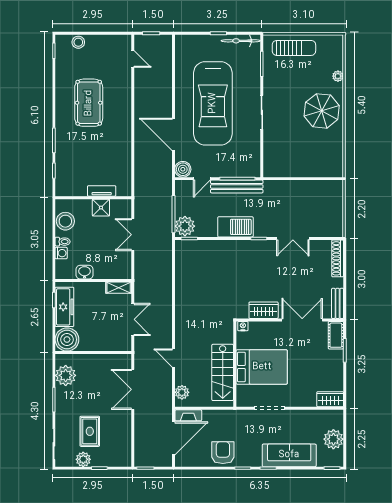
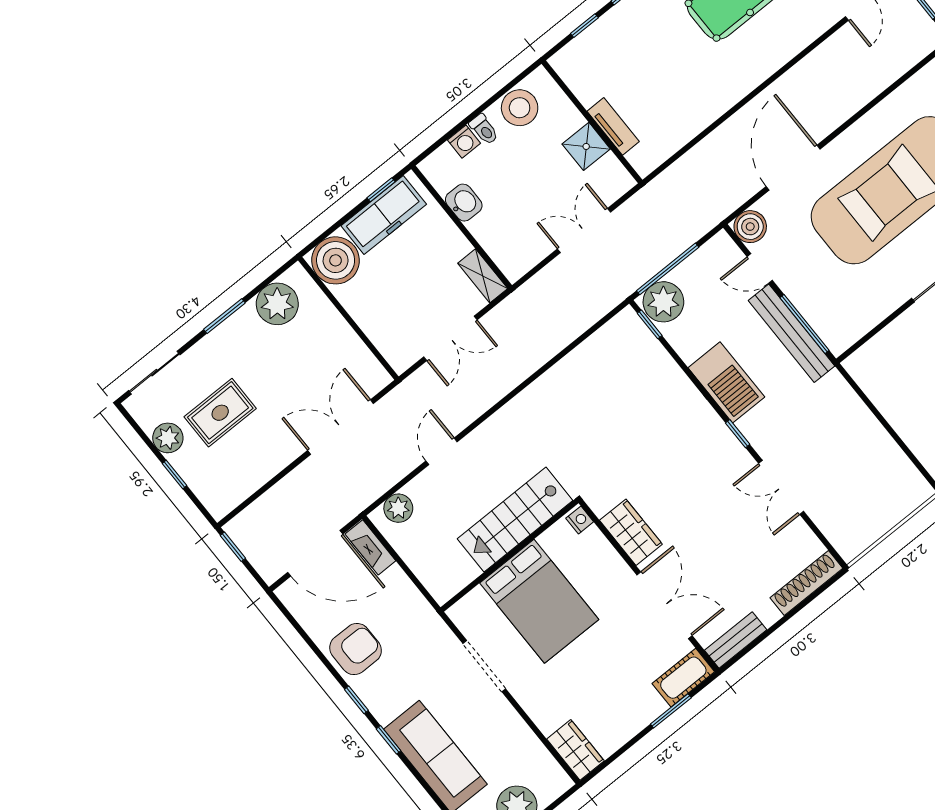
stairs: (223, 372) -> (515, 520), moved

